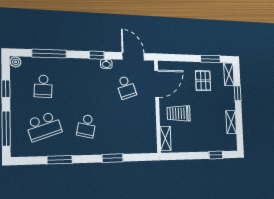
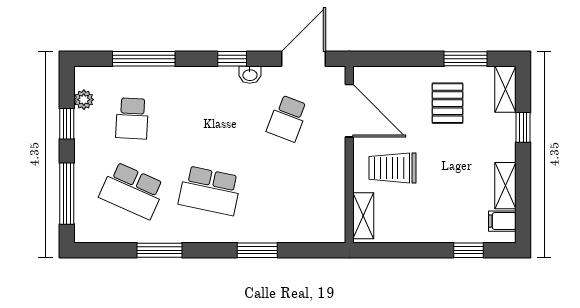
door: (133, 56) -> (303, 59), hinge flipped
plant: (15, 62) -> (84, 100), moved
door: (157, 84) -> (349, 111), hinge flipped
school desk: (126, 87) -> (287, 118), turned 39
school desk: (44, 126) -> (132, 191), turned 42
school desk: (87, 126) -> (210, 191), width x1.85
filing cabinet: (231, 140) -> (502, 221), added

